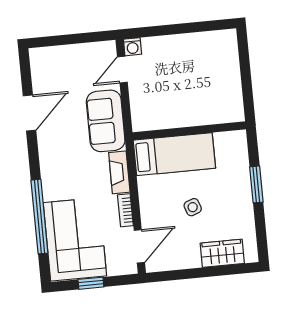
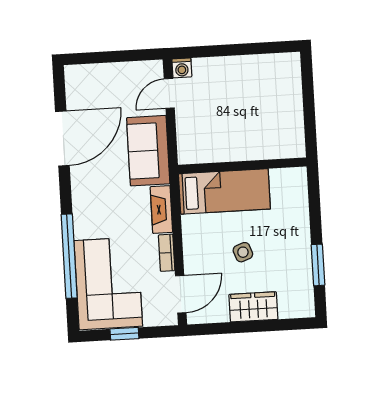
door: (29, 113) -> (62, 138), width x1.36
window: (256, 184) -> (318, 265), moved
wardrobe: (222, 253) -> (253, 307), moved

